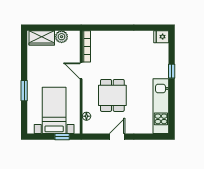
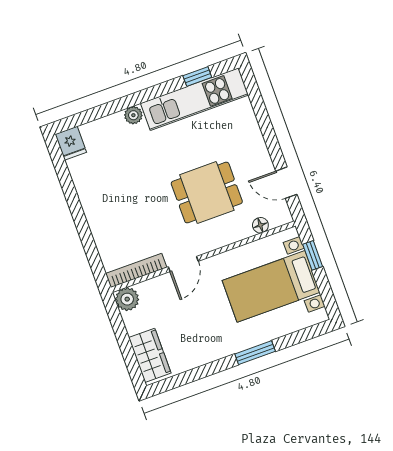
plant: (62, 37) -> (127, 299), moved
window: (172, 71) -> (197, 76), moved
plant: (164, 73) -> (133, 115), added
door: (117, 137) -> (286, 183), moved

